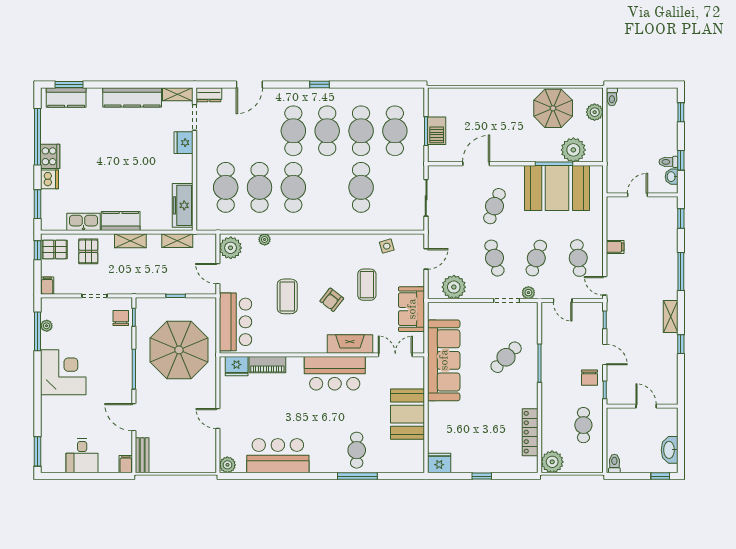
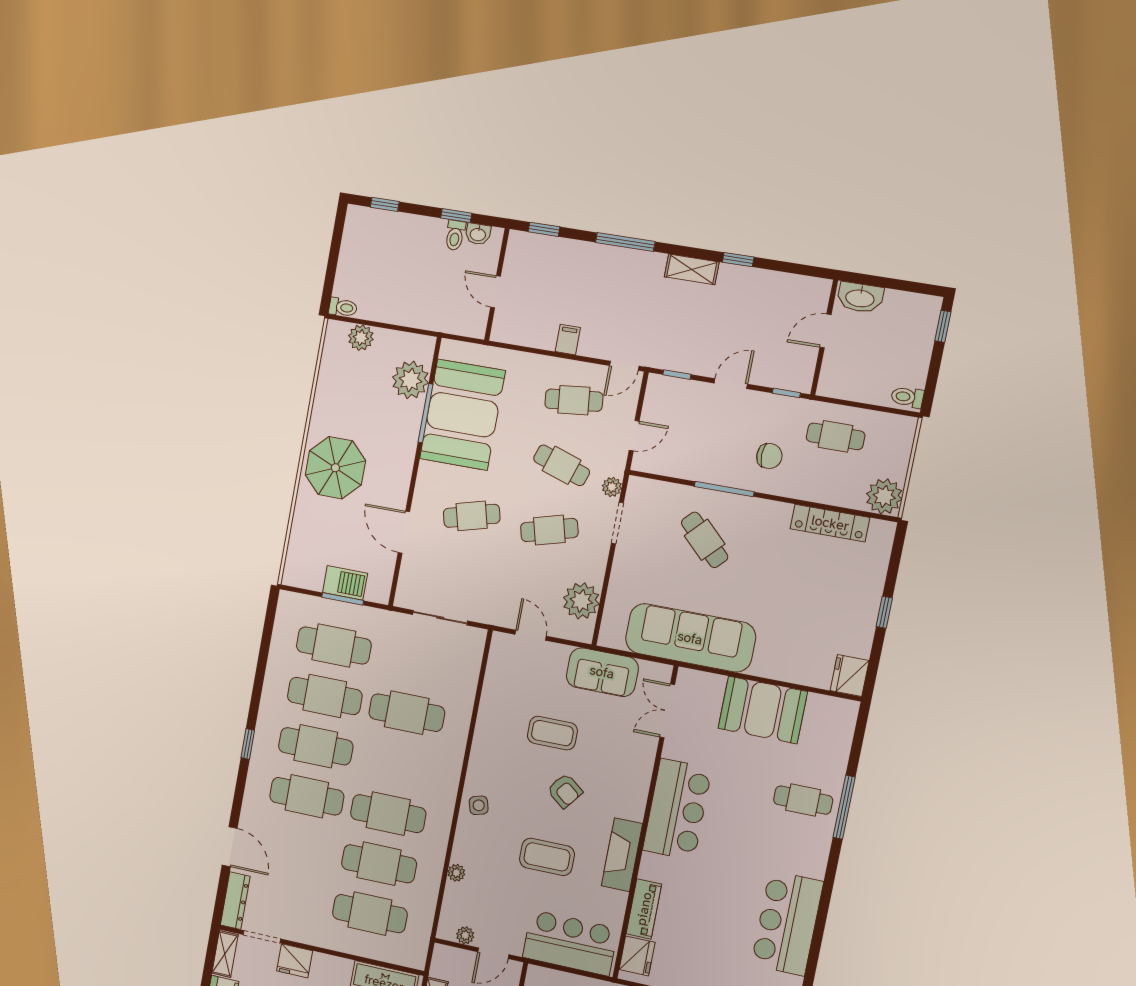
dresser: (209, 95) -> (235, 901), width x1.44
parasol: (553, 108) -> (335, 468), moved
cafe table: (494, 206) -> (472, 516), turned -36
side table: (387, 246) -> (479, 805), moved
plant: (231, 248) -> (465, 935), width x0.53, depth x0.53
fireplace: (350, 344) -> (622, 855), moved
chair: (590, 378) -> (769, 456), moved
washbasin: (670, 450) -> (860, 298), moved

